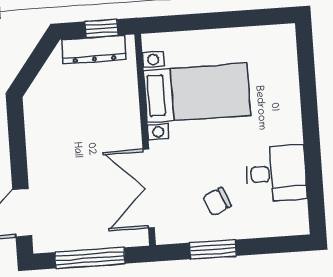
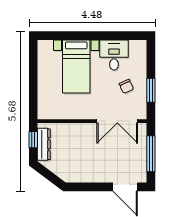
bed with nightstands: (197, 93) -> (76, 66), moved, turned 180

